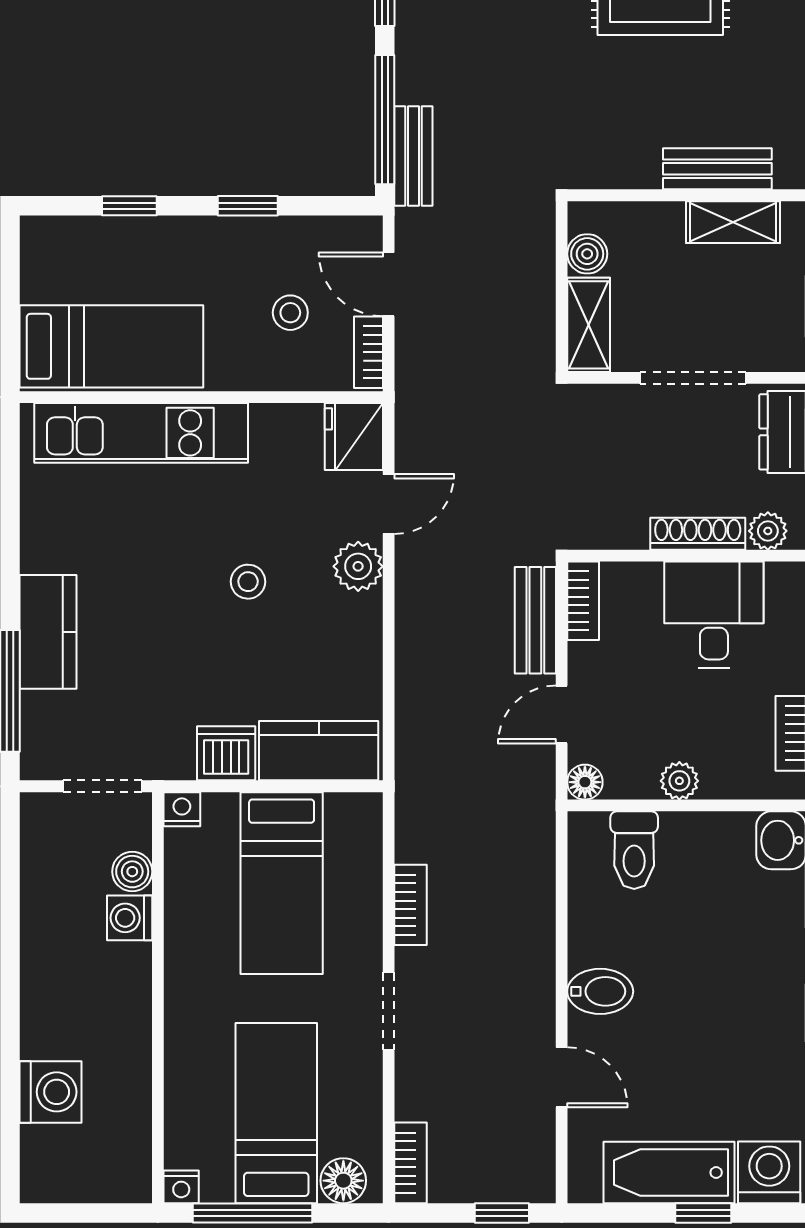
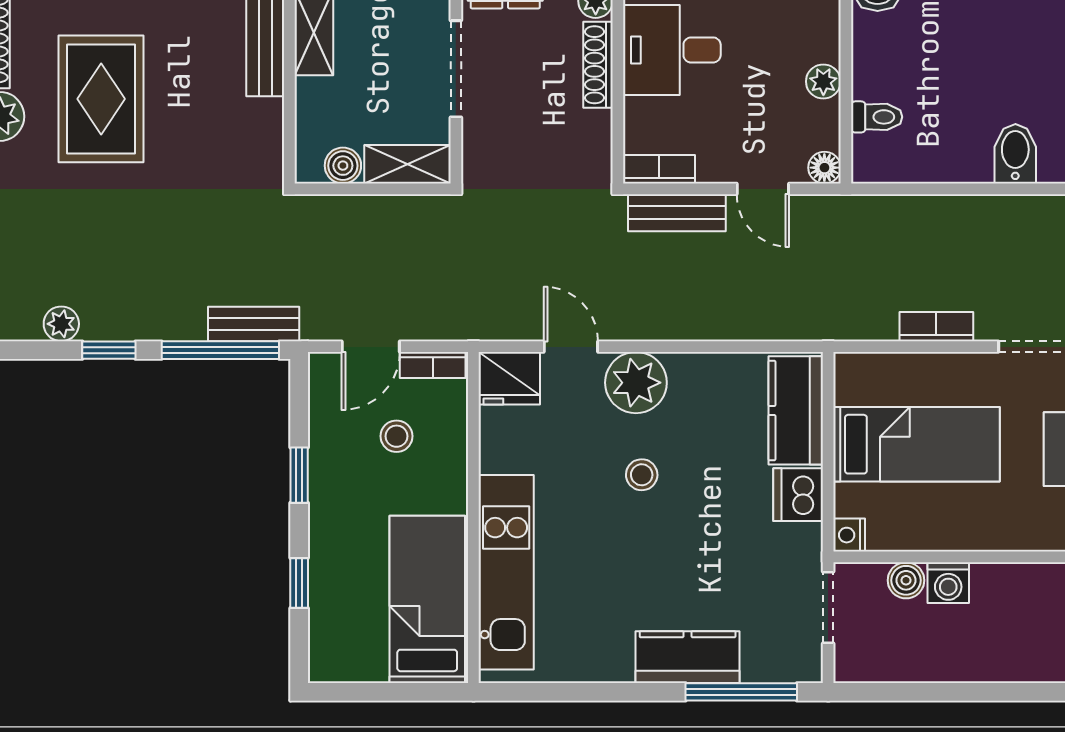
plant: (358, 566) -> (636, 383), width x1.36, depth x1.36
toilet: (634, 850) -> (877, 117), width x0.73, depth x0.72

